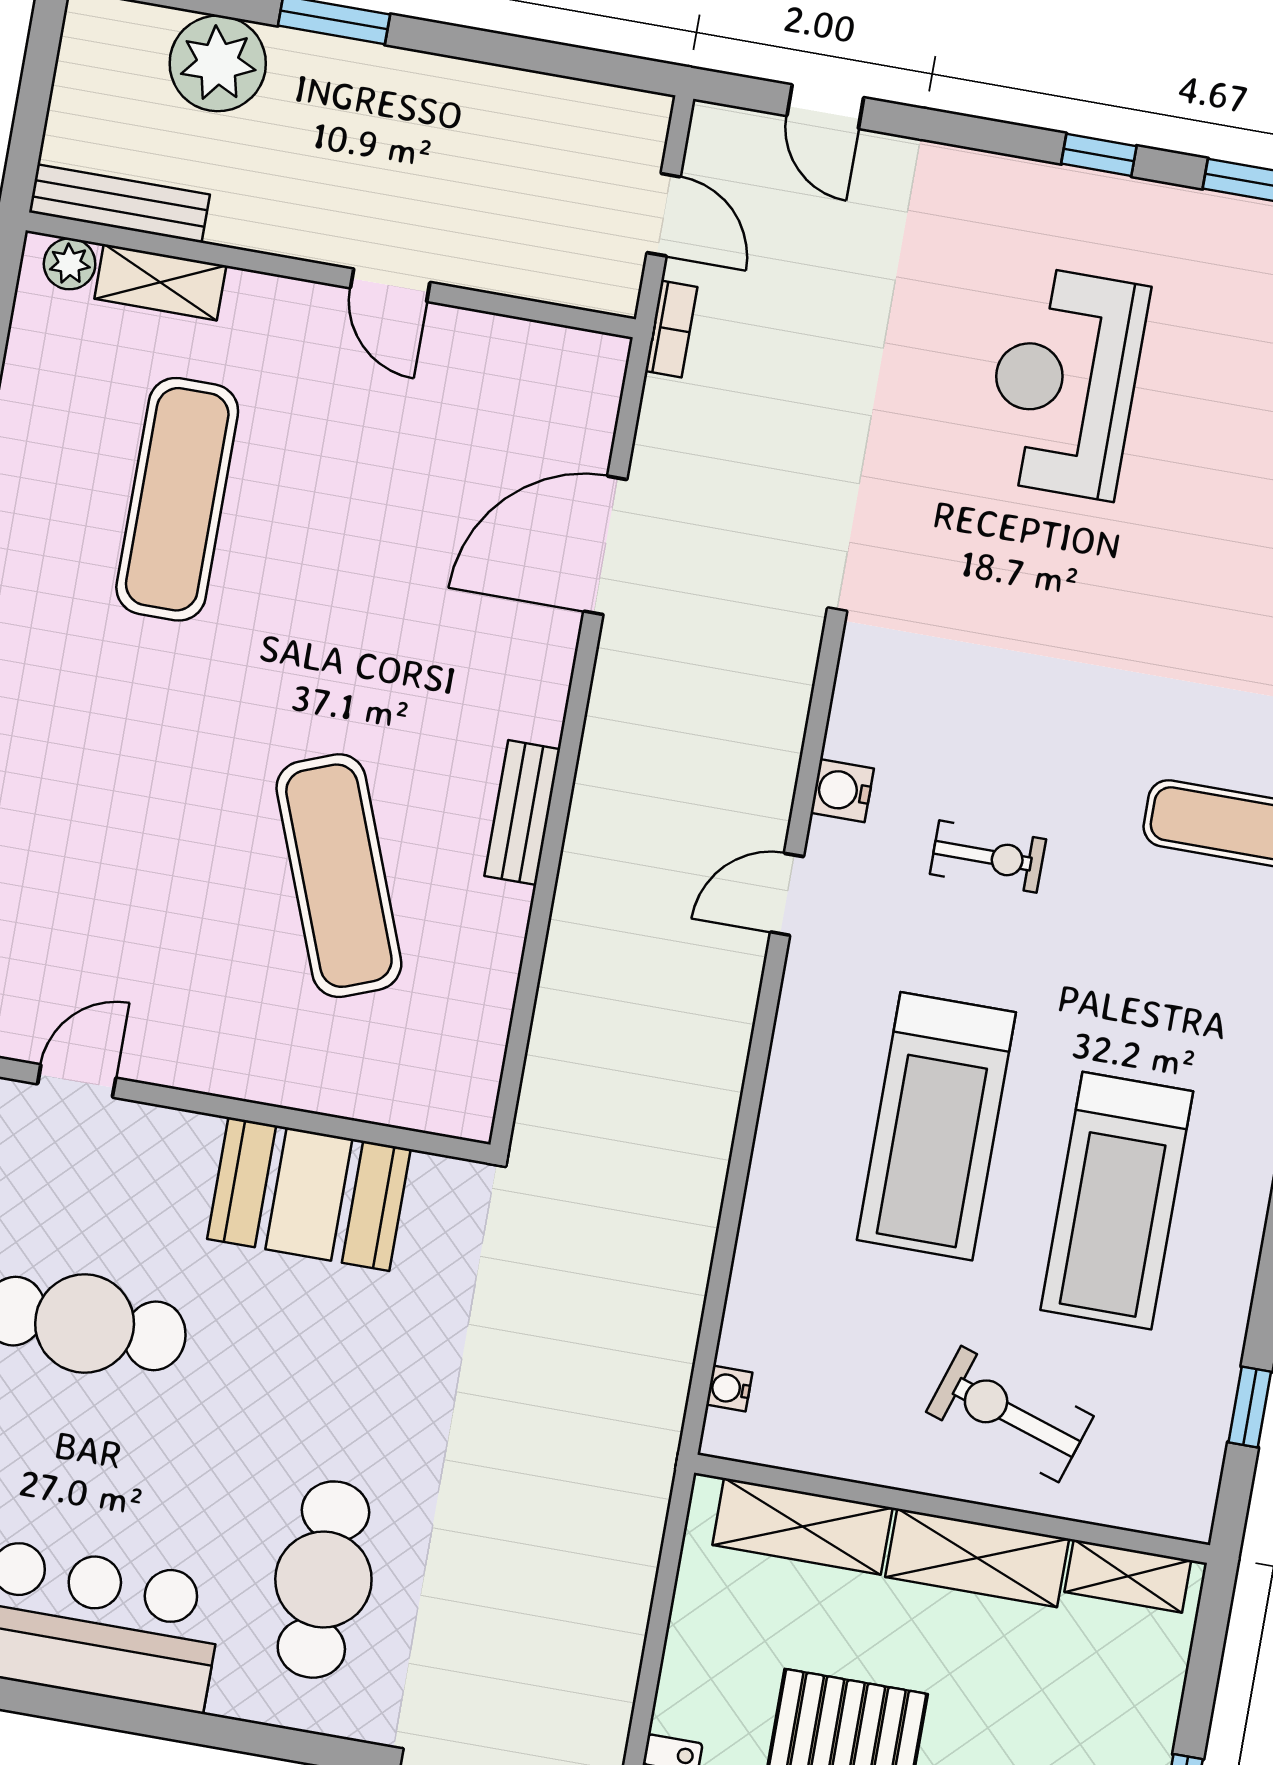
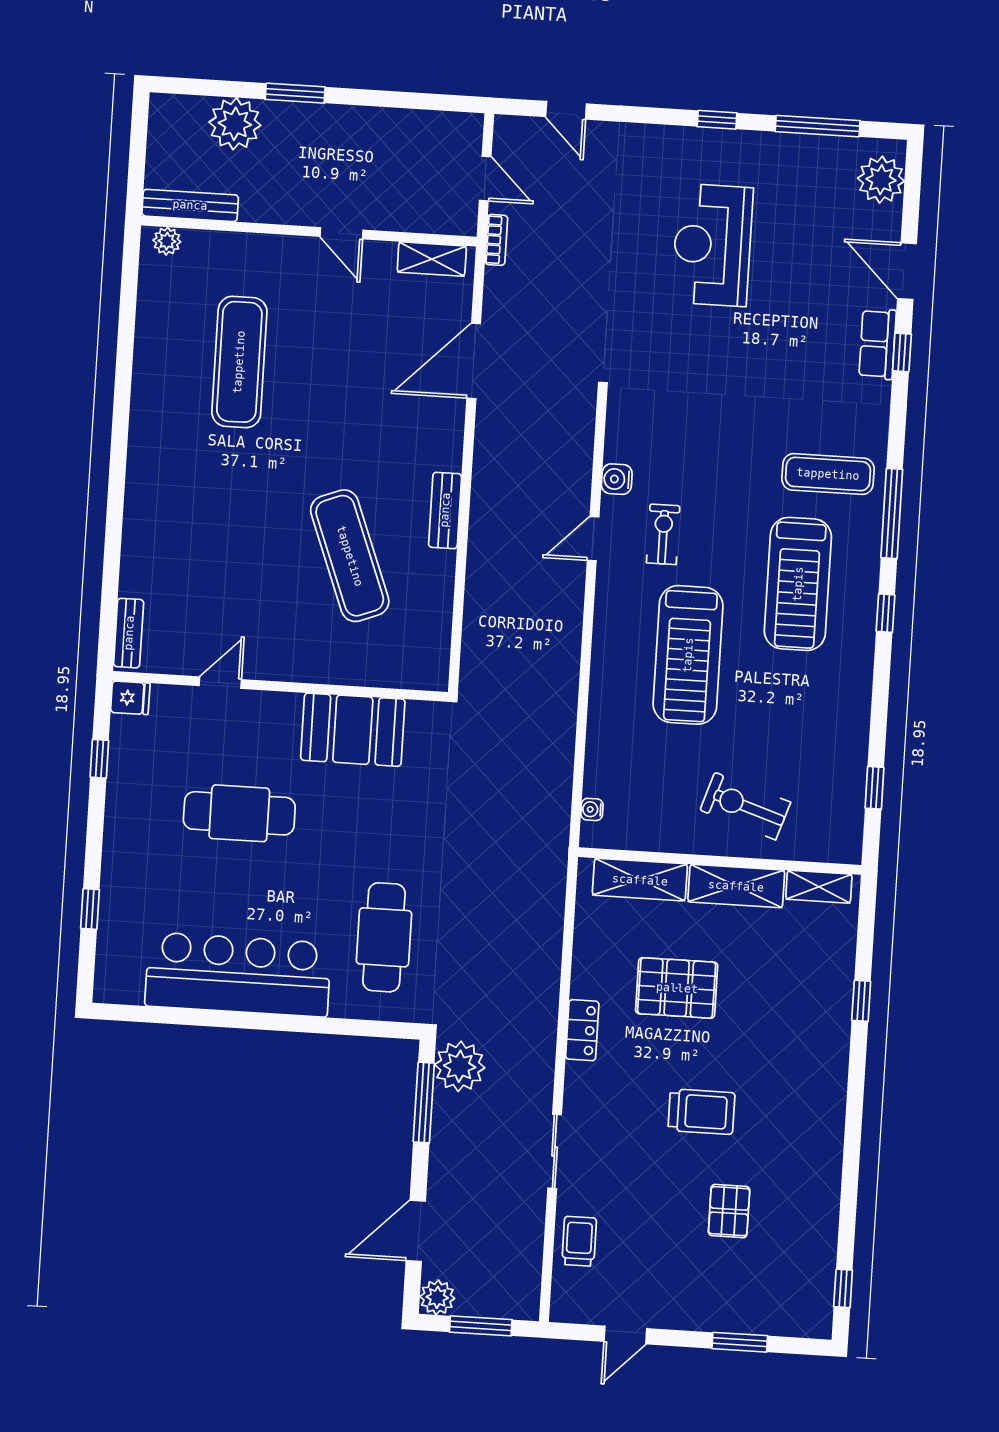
shelving: (160, 282) -> (432, 259), moved
exercise bike: (988, 857) -> (663, 534), moved, turned -90
treadmill: (1117, 1201) -> (798, 584), moved

